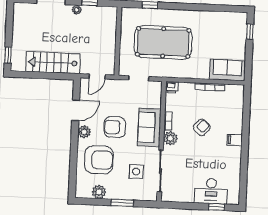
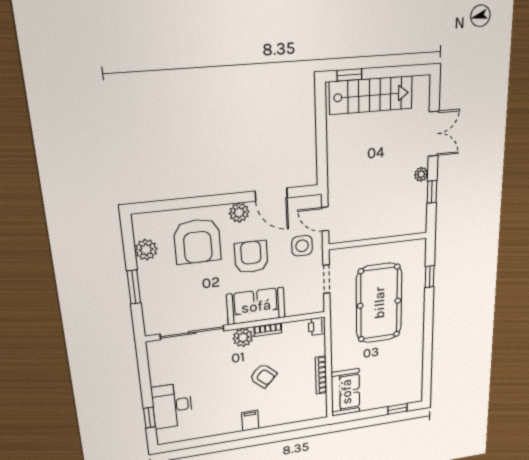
stairs: (53, 63) -> (371, 95), moved, turned 90
side table: (136, 172) -> (302, 246), moved

